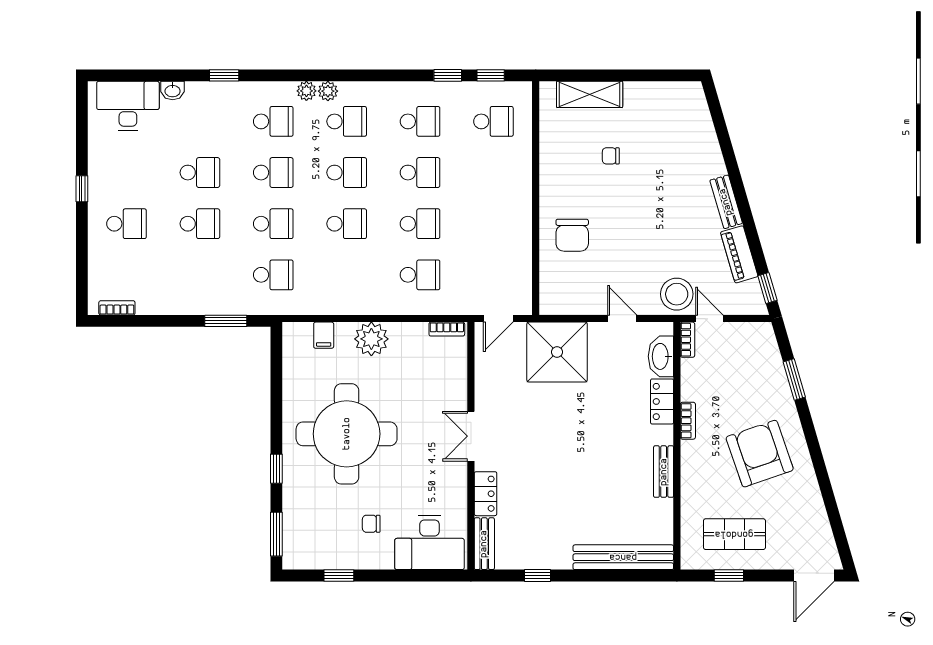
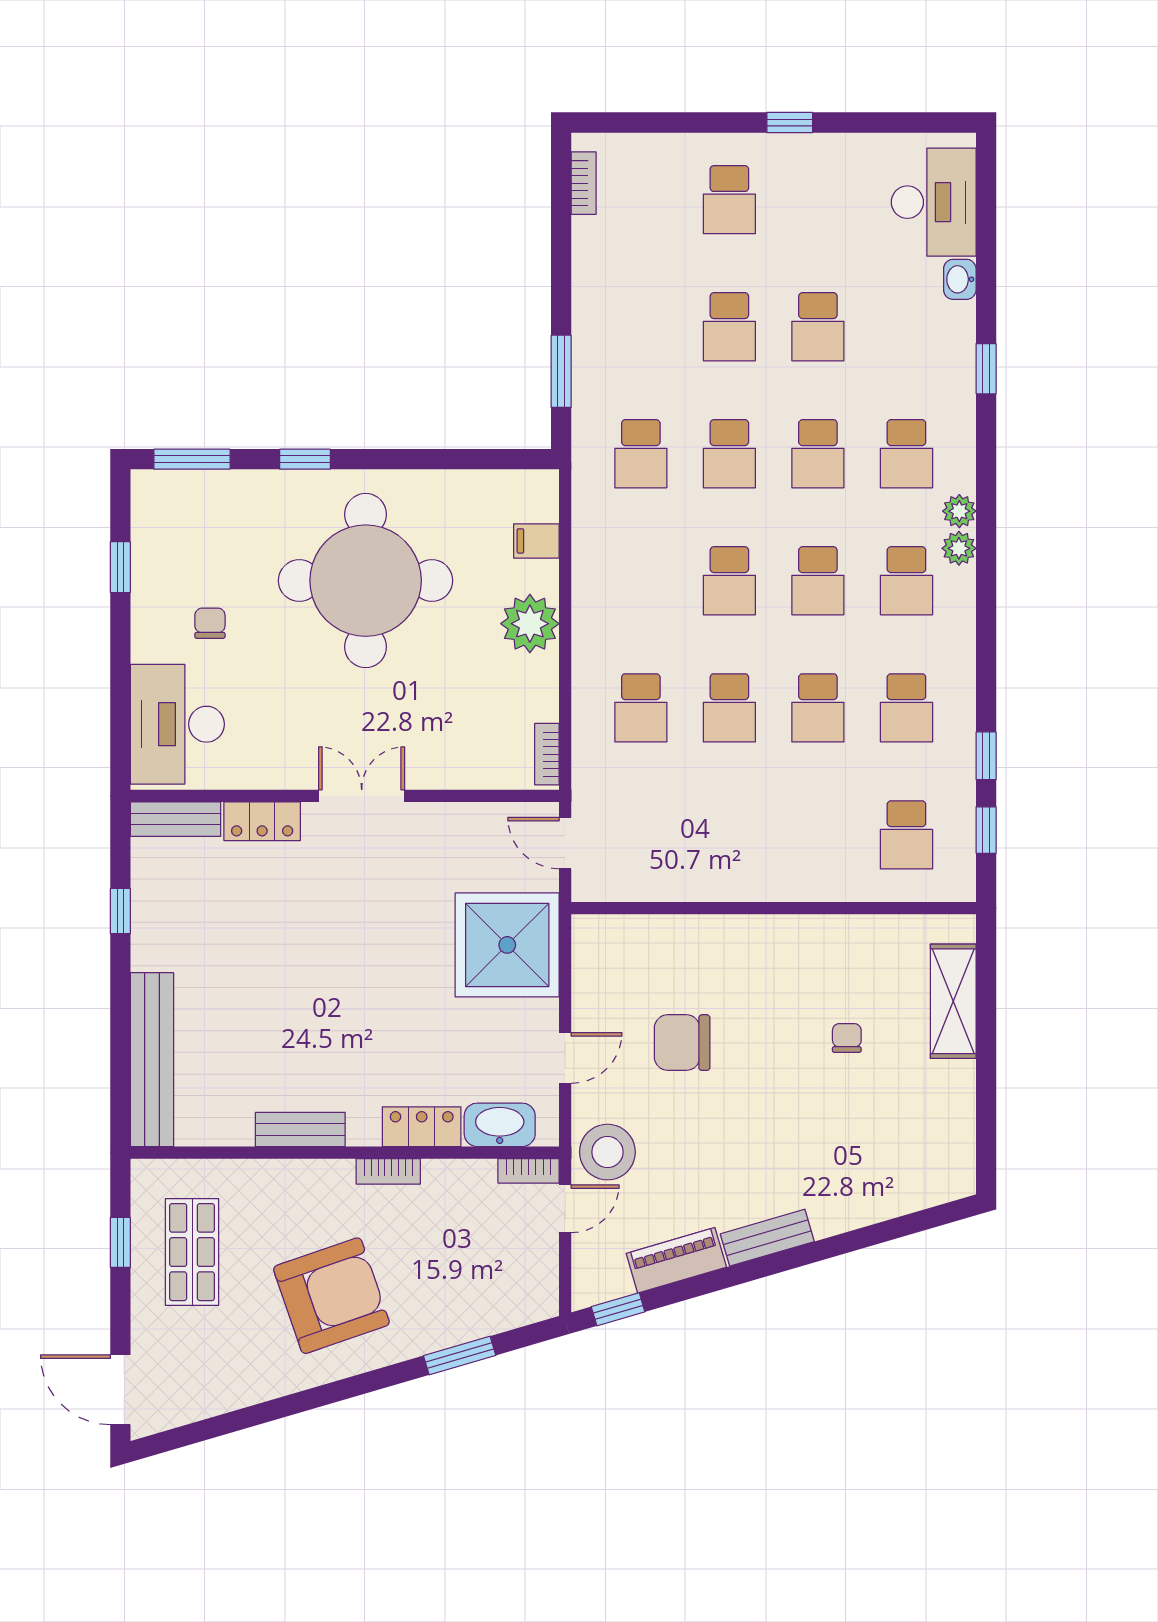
chair: (572, 235) -> (682, 1043), moved

